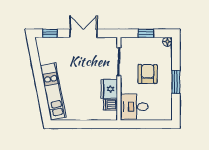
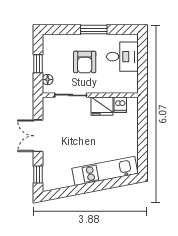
floor lamp: (167, 42) -> (48, 80), moved
armchair: (148, 74) -> (85, 62), turned -90
desk: (134, 107) -> (122, 57), moved, turned -90

